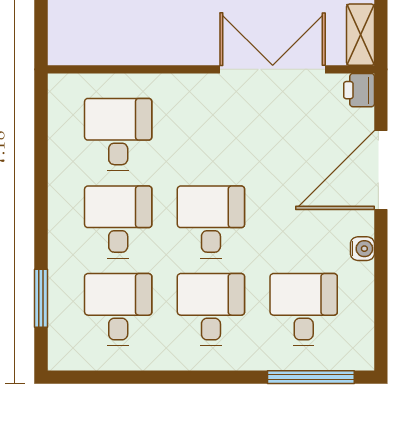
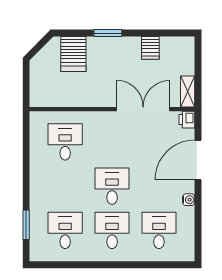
desk: (118, 222) -> (65, 186), removed
window: (311, 377) -> (163, 265), removed

